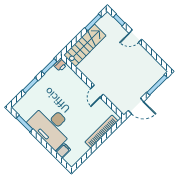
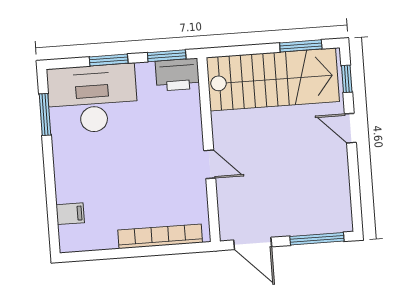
stairs: (85, 45) -> (273, 79), width x1.36, depth x1.51
printer: (60, 65) -> (177, 75), width x1.87, depth x1.48
door: (97, 91) -> (210, 164), swing flipped
desk: (51, 126) -> (93, 99), moved, turned 90

